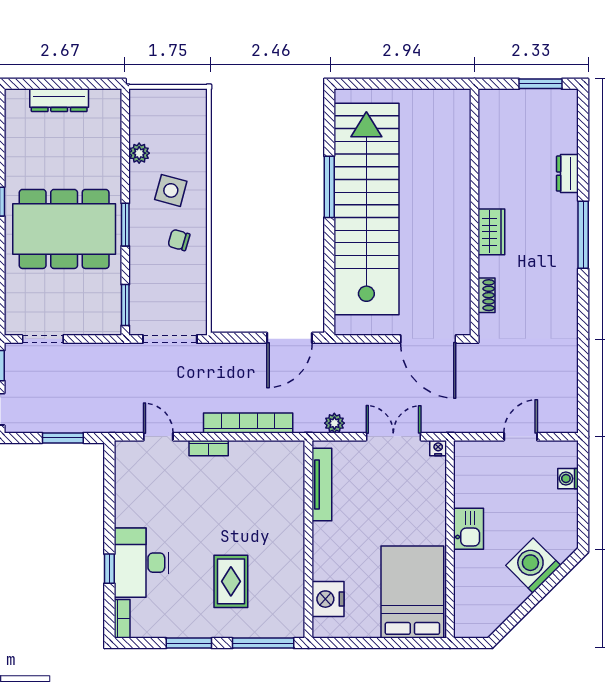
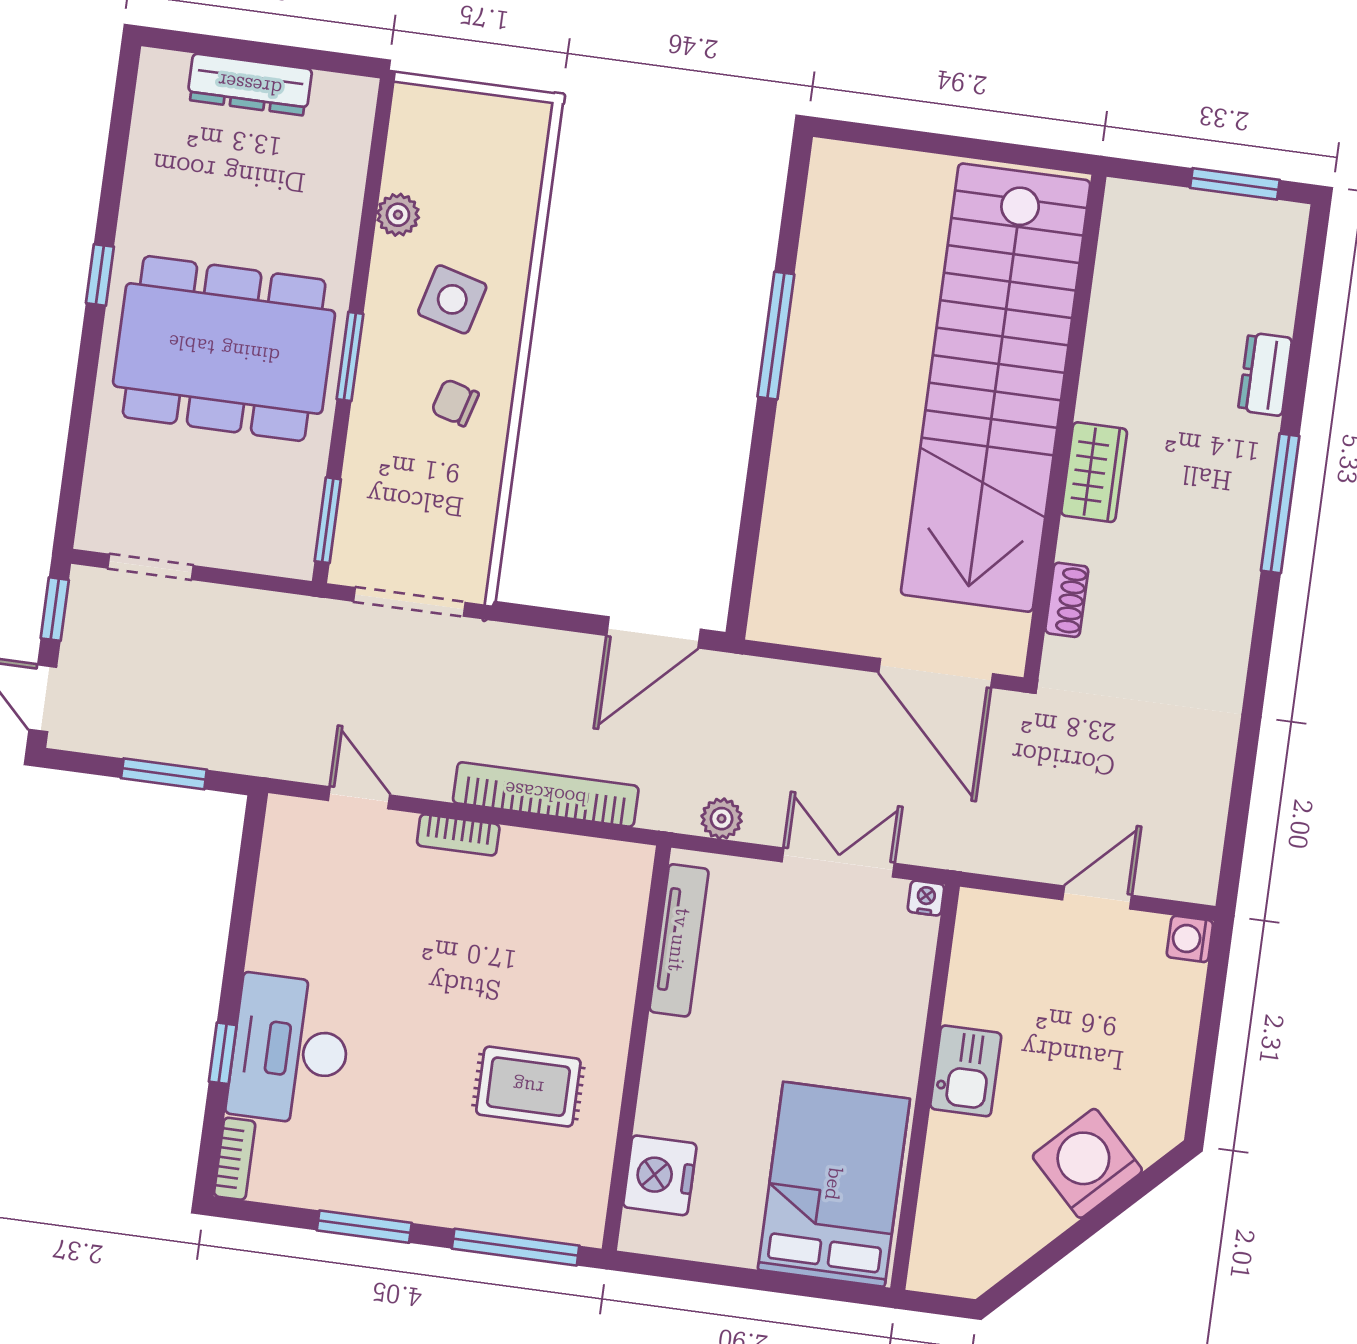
stairs: (366, 209) -> (996, 388), moved, turned 180
washing machine: (568, 479) -> (1190, 939), moved
rug: (231, 581) -> (528, 1087), moved, turned 90

